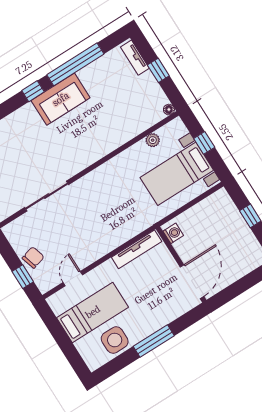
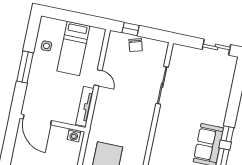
door: (73, 279) -> (98, 78), moved
side table: (115, 340) -> (46, 46), width x0.54, depth x0.54

